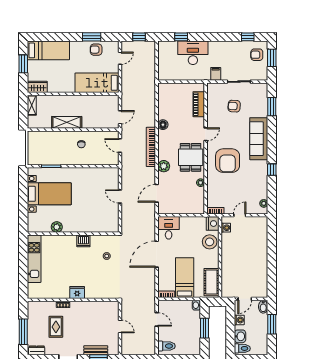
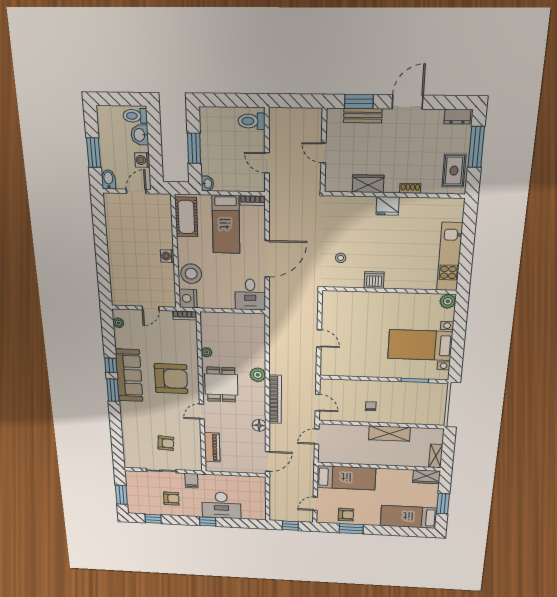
window: (181, 37) -> (208, 522), moved
armchair: (257, 55) -> (171, 499), moved
window: (272, 107) -> (113, 390), moved
sofa: (259, 139) -> (129, 375), moved
armchair: (228, 161) -> (171, 379), turned 90
door: (157, 193) -> (268, 461), moved
plant: (57, 227) -> (448, 301), moved
washing machine: (226, 228) -> (167, 256), moved
wardrobe: (90, 307) -> (368, 184), added
rug: (56, 327) -> (454, 171), moved

